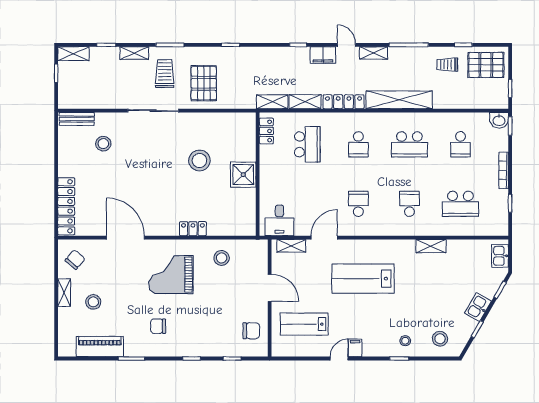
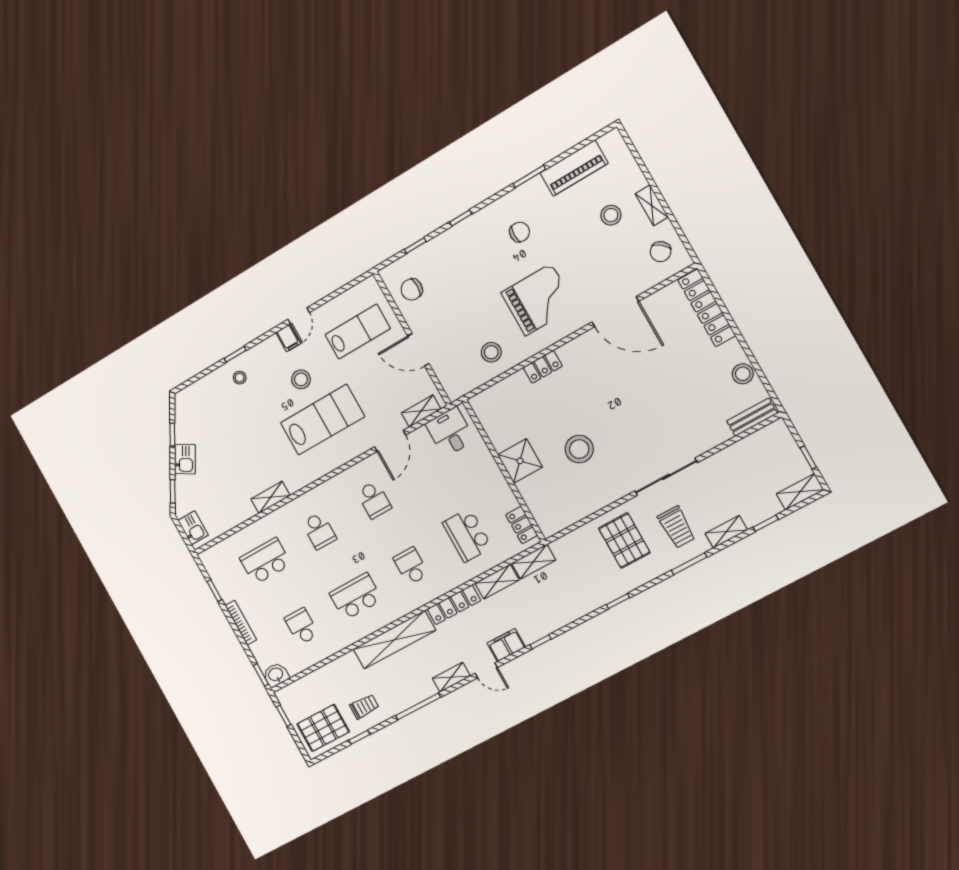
stool: (103, 144) -> (743, 374), moved
stool: (440, 339) -> (301, 379), moved

